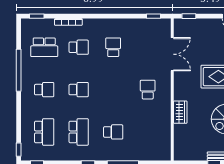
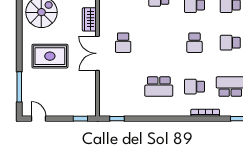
school desk: (113, 47) -> (159, 87), width x1.85
double door: (172, 54) -> (98, 53), moved
school desk: (79, 90) -> (195, 43), turned -90

